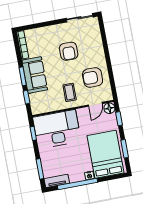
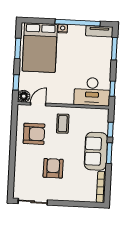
desk: (57, 129) -> (92, 92), width x0.73, depth x0.77

